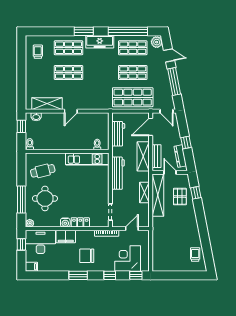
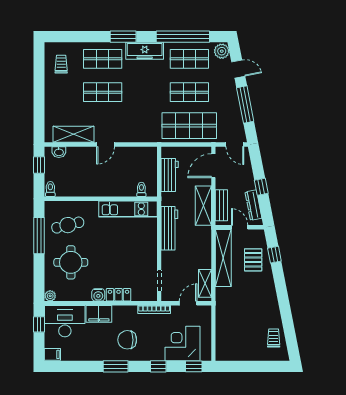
shelving: (144, 193) -> (205, 283), moved
window: (21, 200) -> (39, 236), moved

